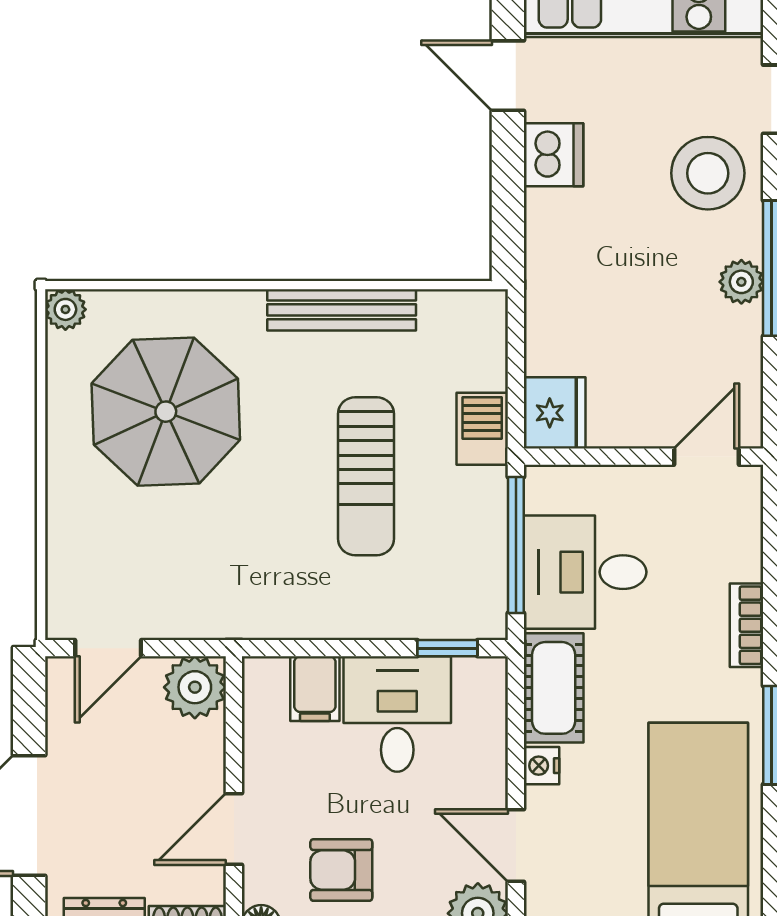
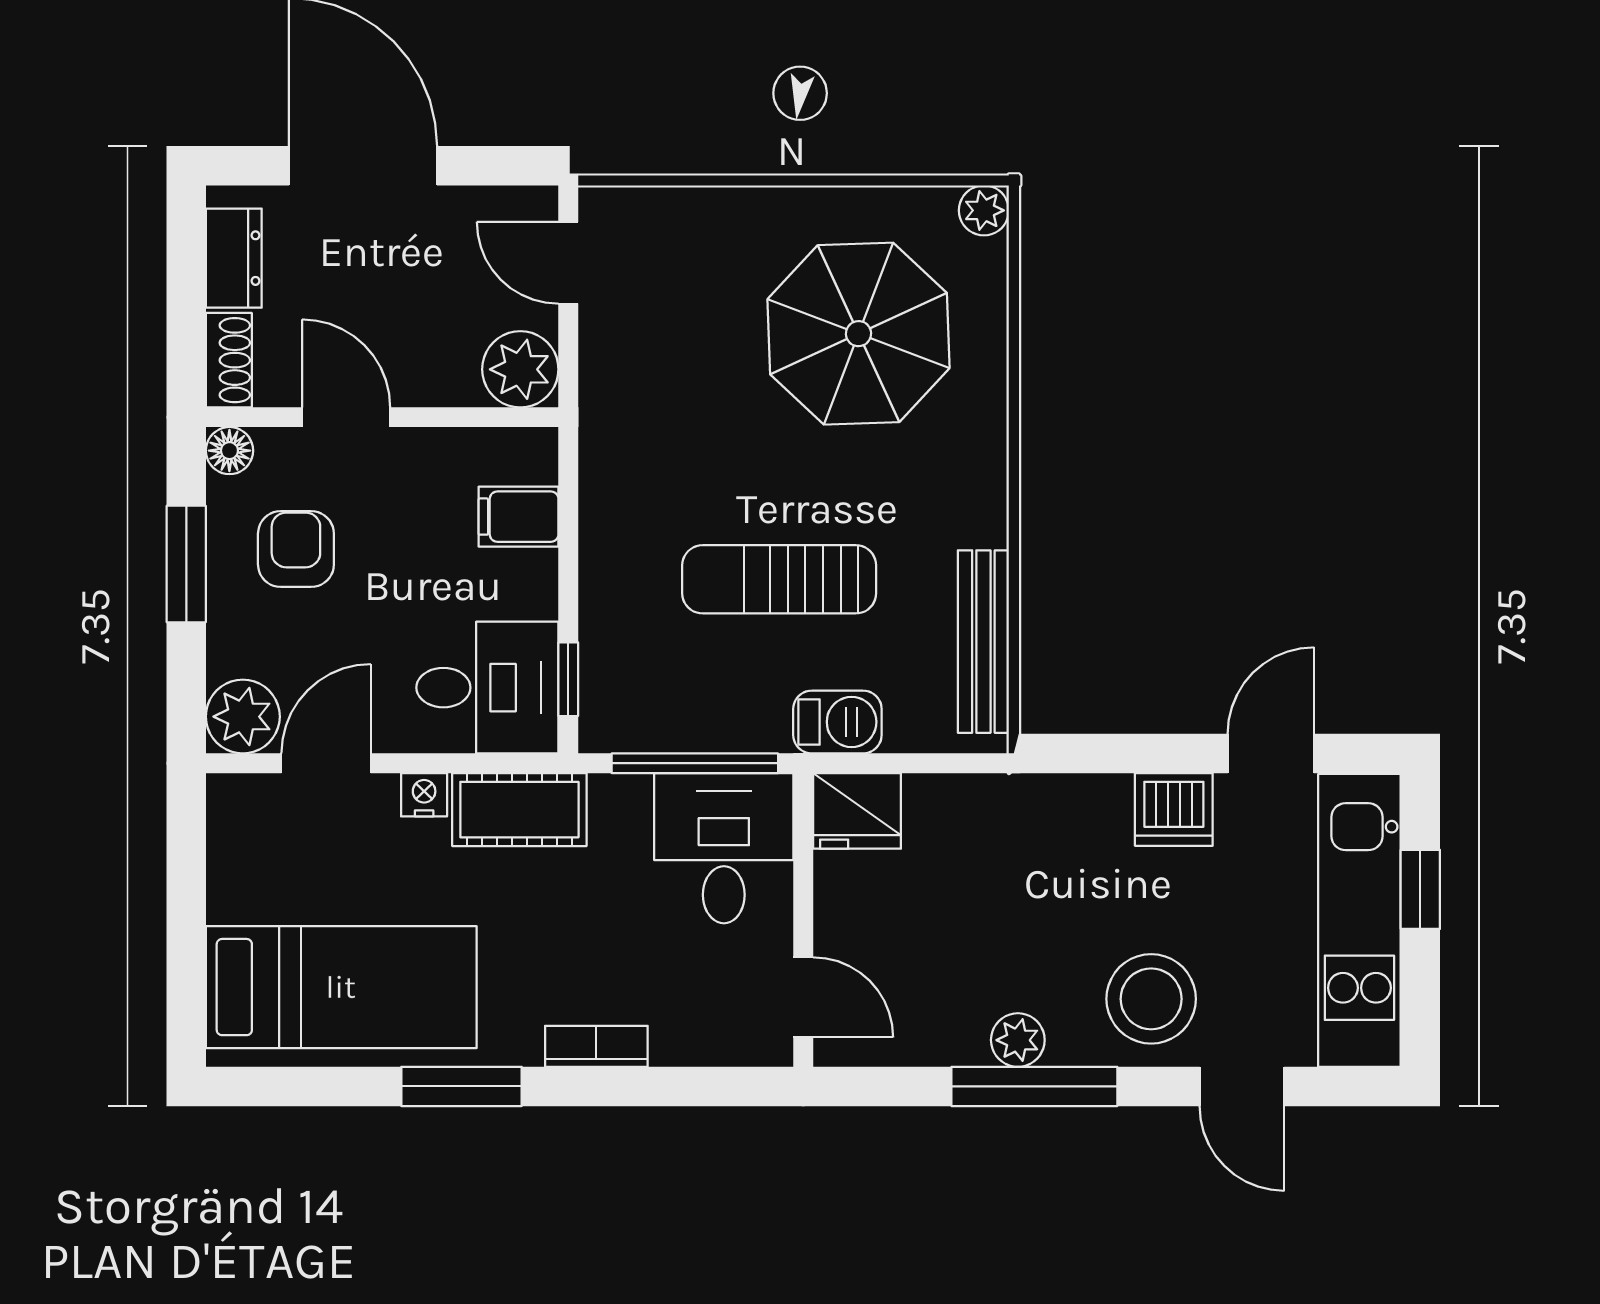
bench: (342, 310) -> (983, 642), moved
desk: (585, 572) -> (724, 848), moved
desk: (397, 714) -> (487, 688), moved

